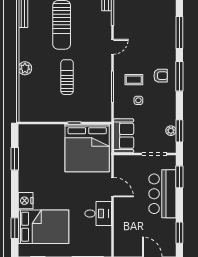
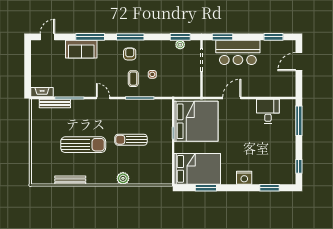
sofa: (124, 136) -> (81, 49), moved, turned 180
desk: (98, 214) -> (268, 111), moved
bed: (43, 227) -> (197, 169), moved, turned 90

